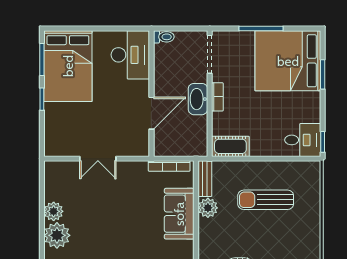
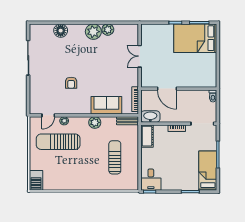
desk: (130, 55) -> (202, 76), removed
bed: (288, 61) -> (208, 171), width x0.49
washbasin: (198, 99) -> (150, 117), moved
plant: (208, 208) -> (95, 122), moved

